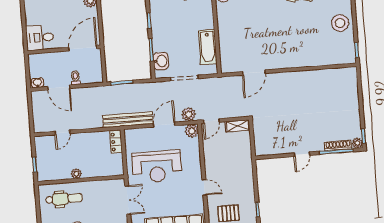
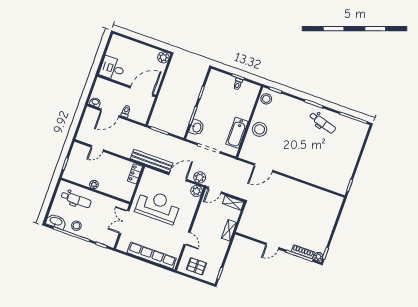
stool: (340, 23) -> (260, 129), moved
door: (59, 88) -> (110, 113), hinge flipped
shelving: (247, 158) -> (229, 230), added
reception desk: (157, 166) -> (158, 206), turned 180
double door: (128, 200) -> (124, 222), swing flipped

